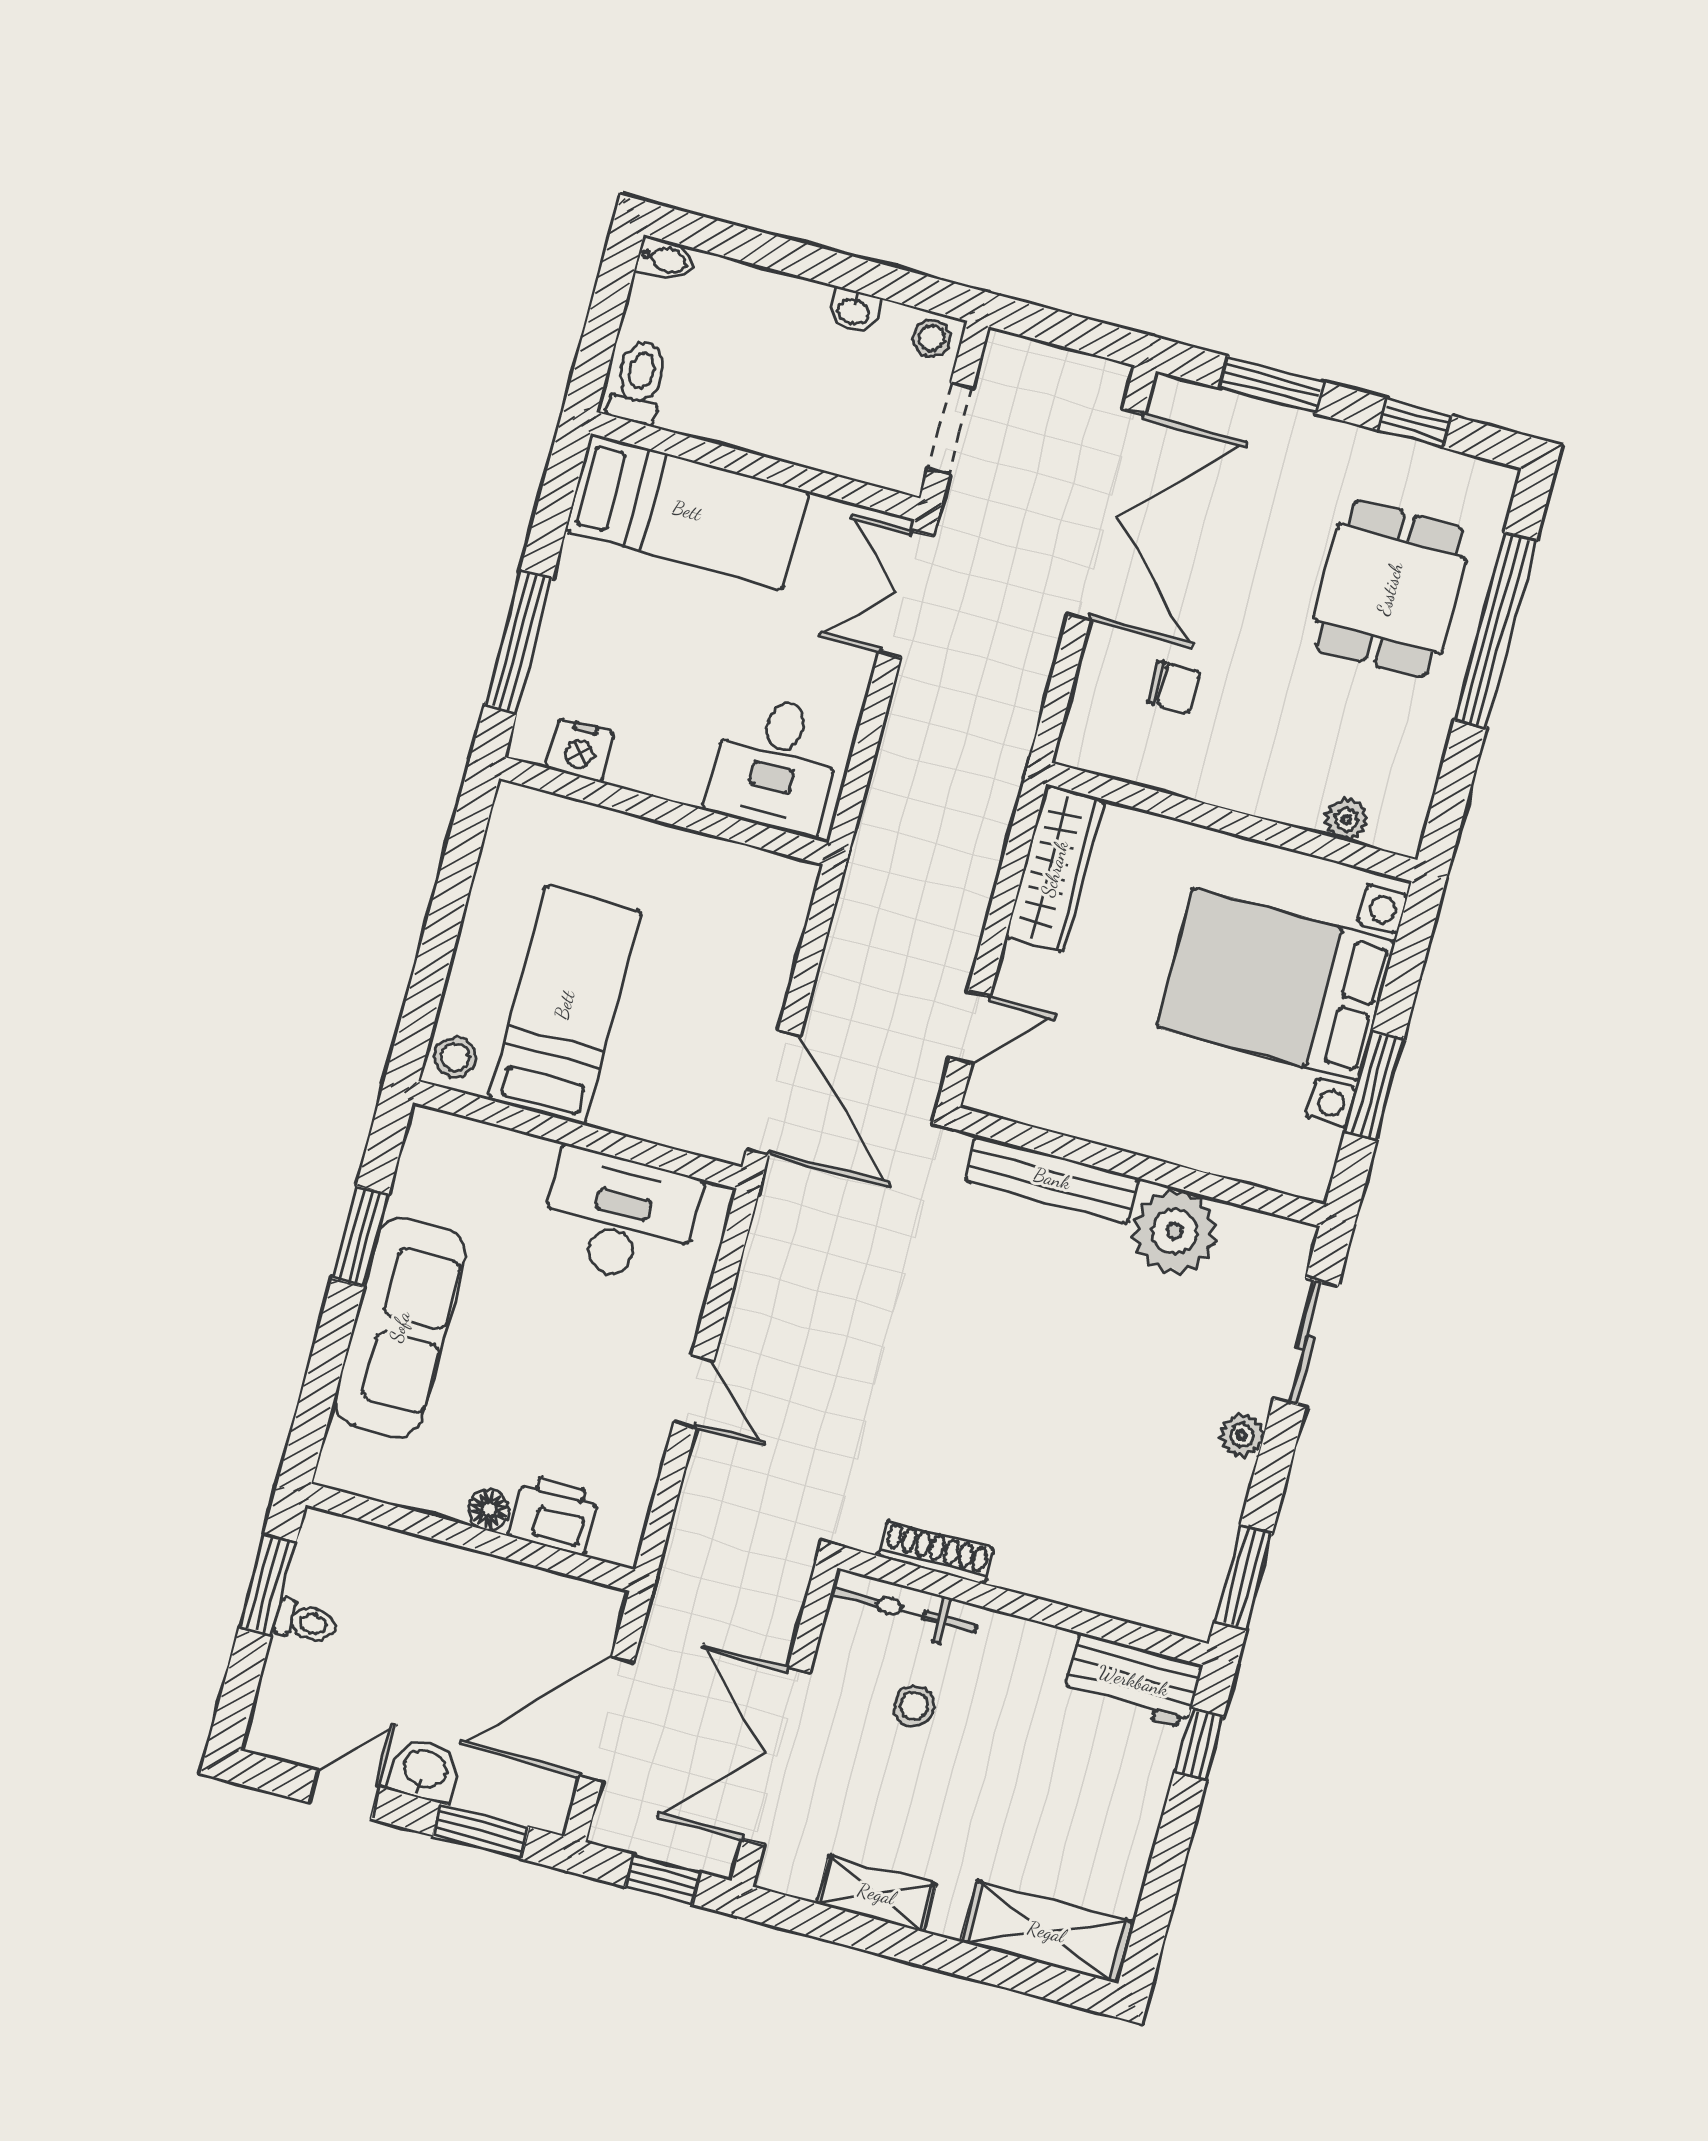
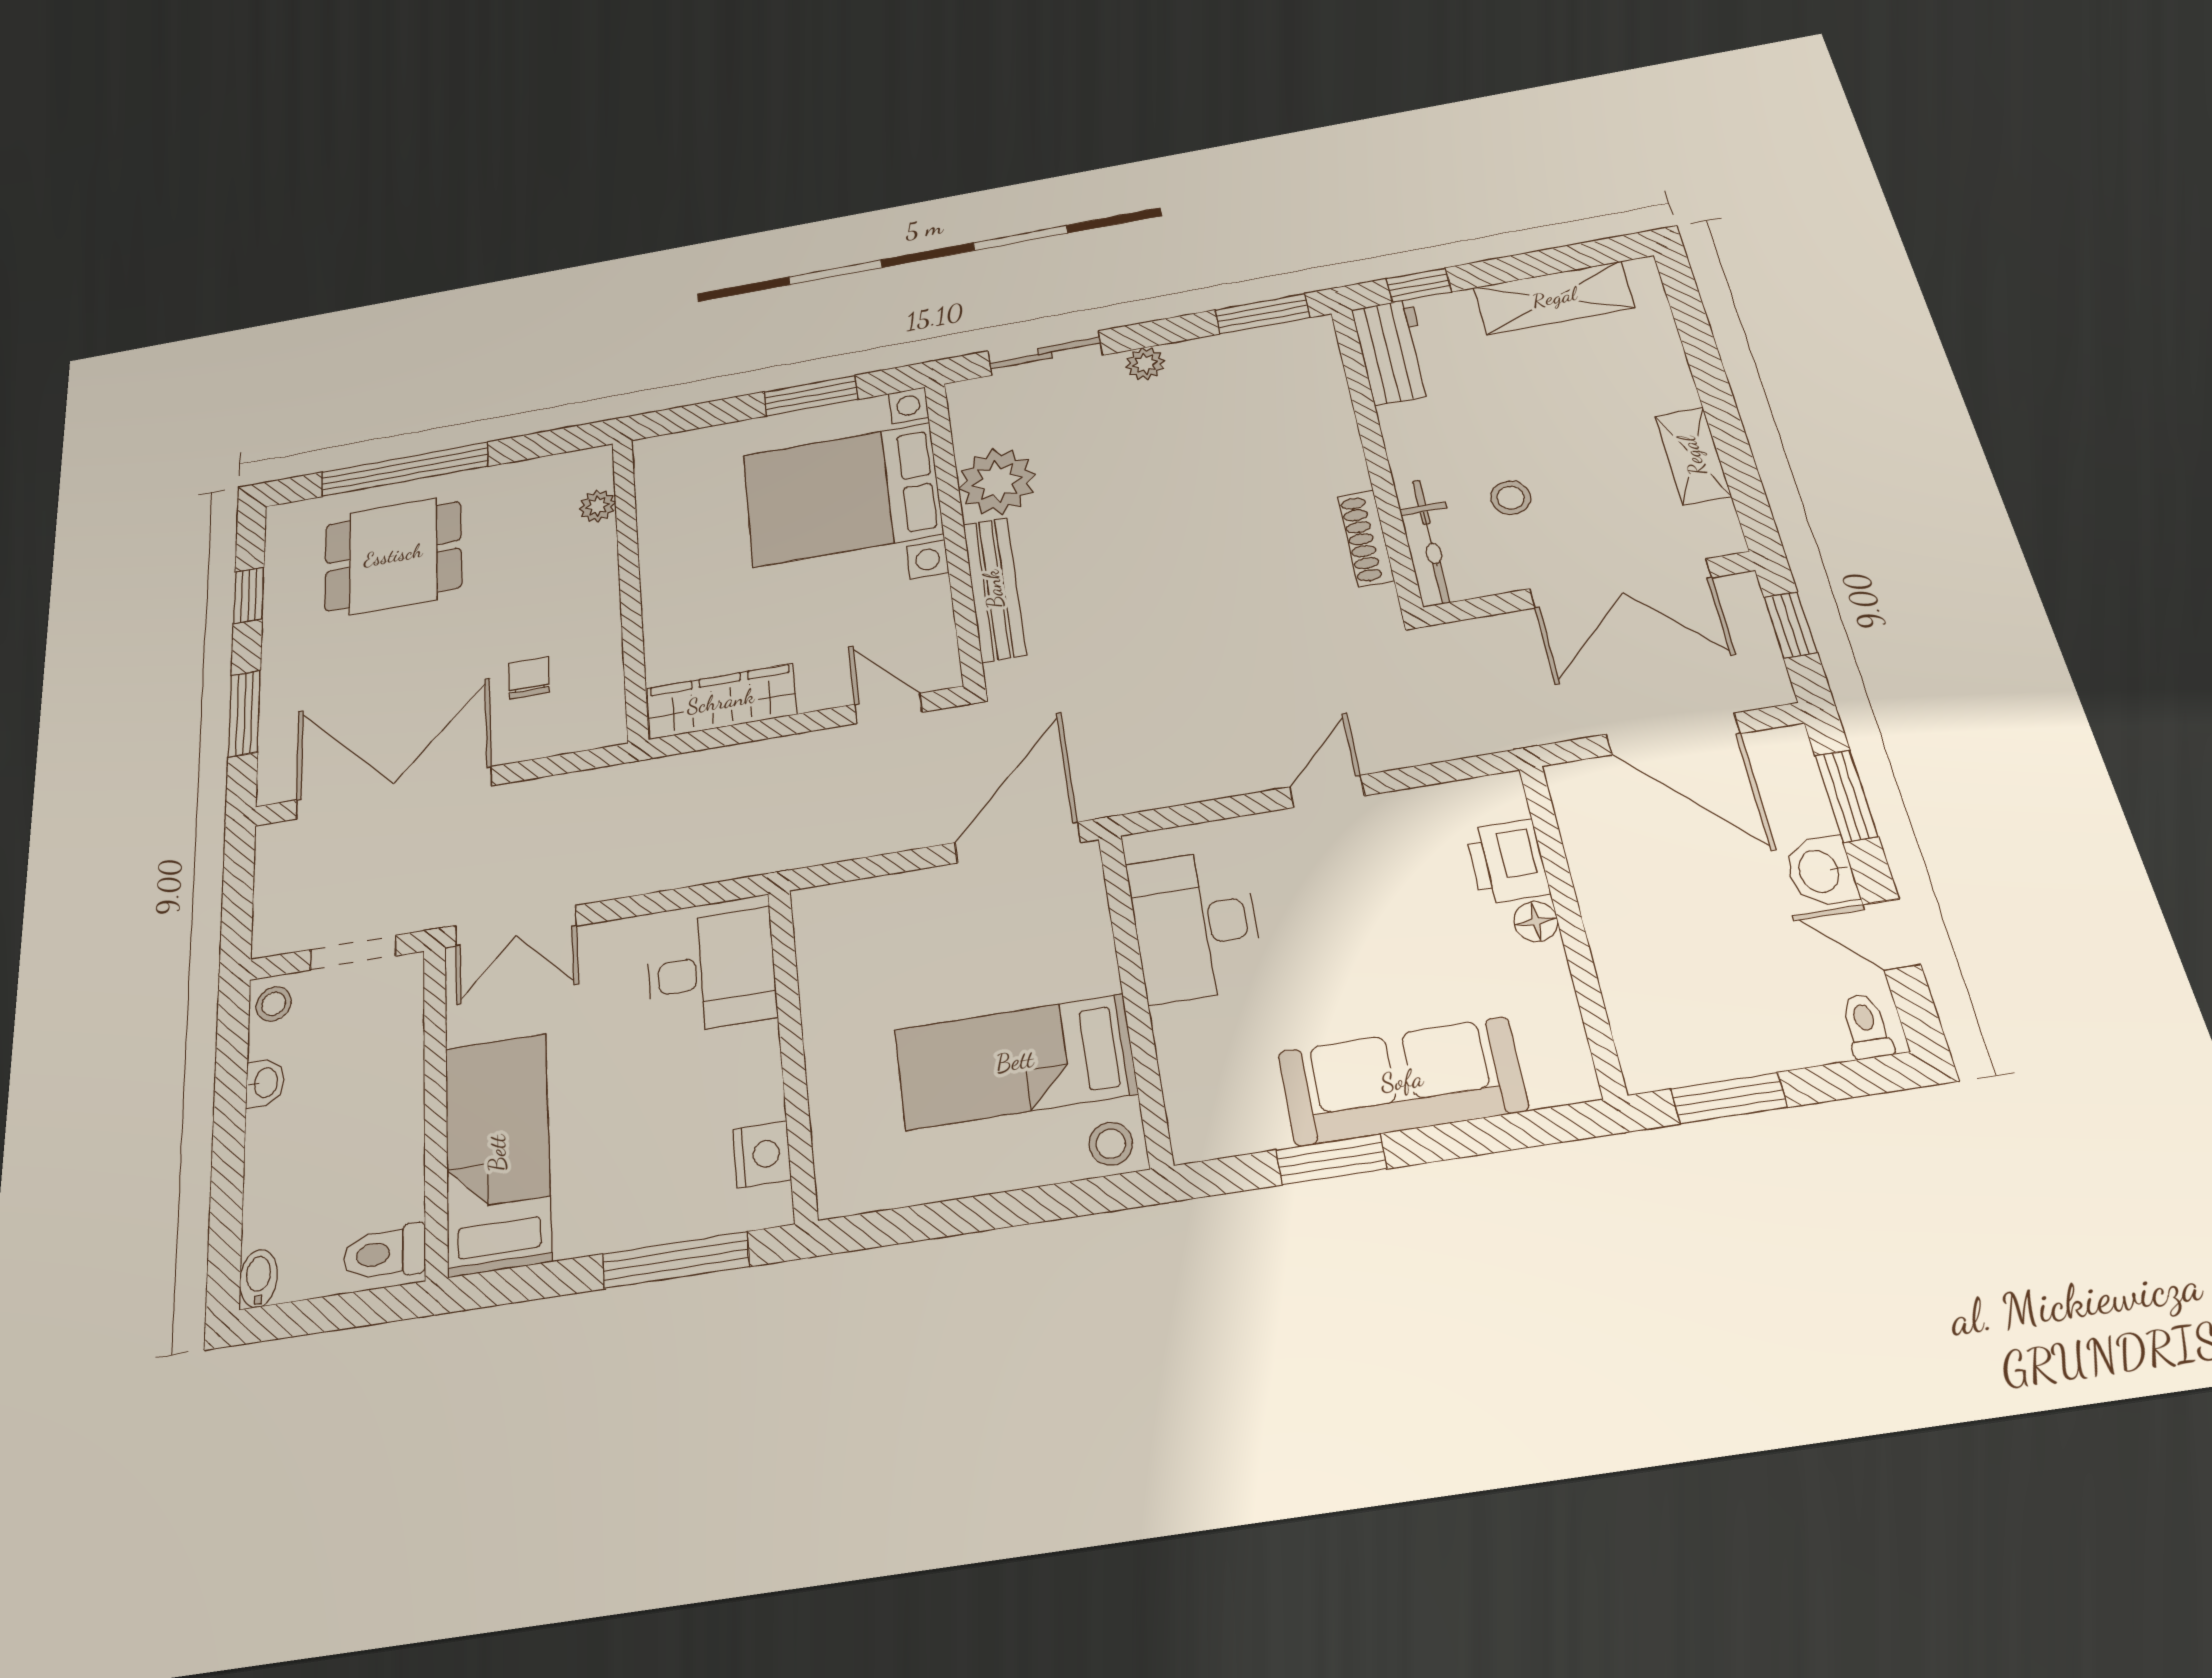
bed with nightstands: (1276, 984) -> (842, 495), moved, turned 90
toilet: (305, 1622) -> (1866, 1026), moved
shelving: (1046, 1932) -> (1554, 298), moved, turned 90

